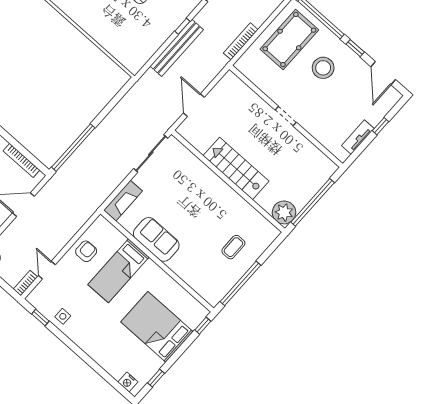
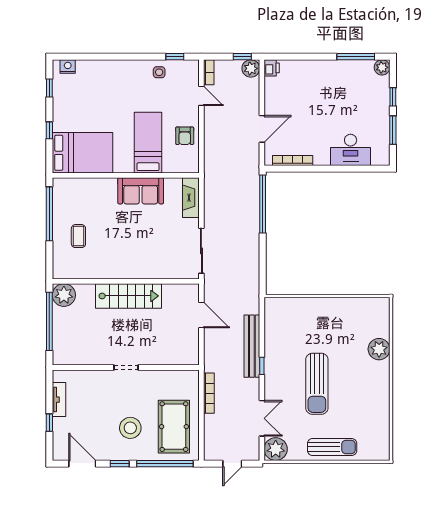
window: (203, 326) -> (49, 130), moved
bed: (157, 327) -> (83, 153), moved

